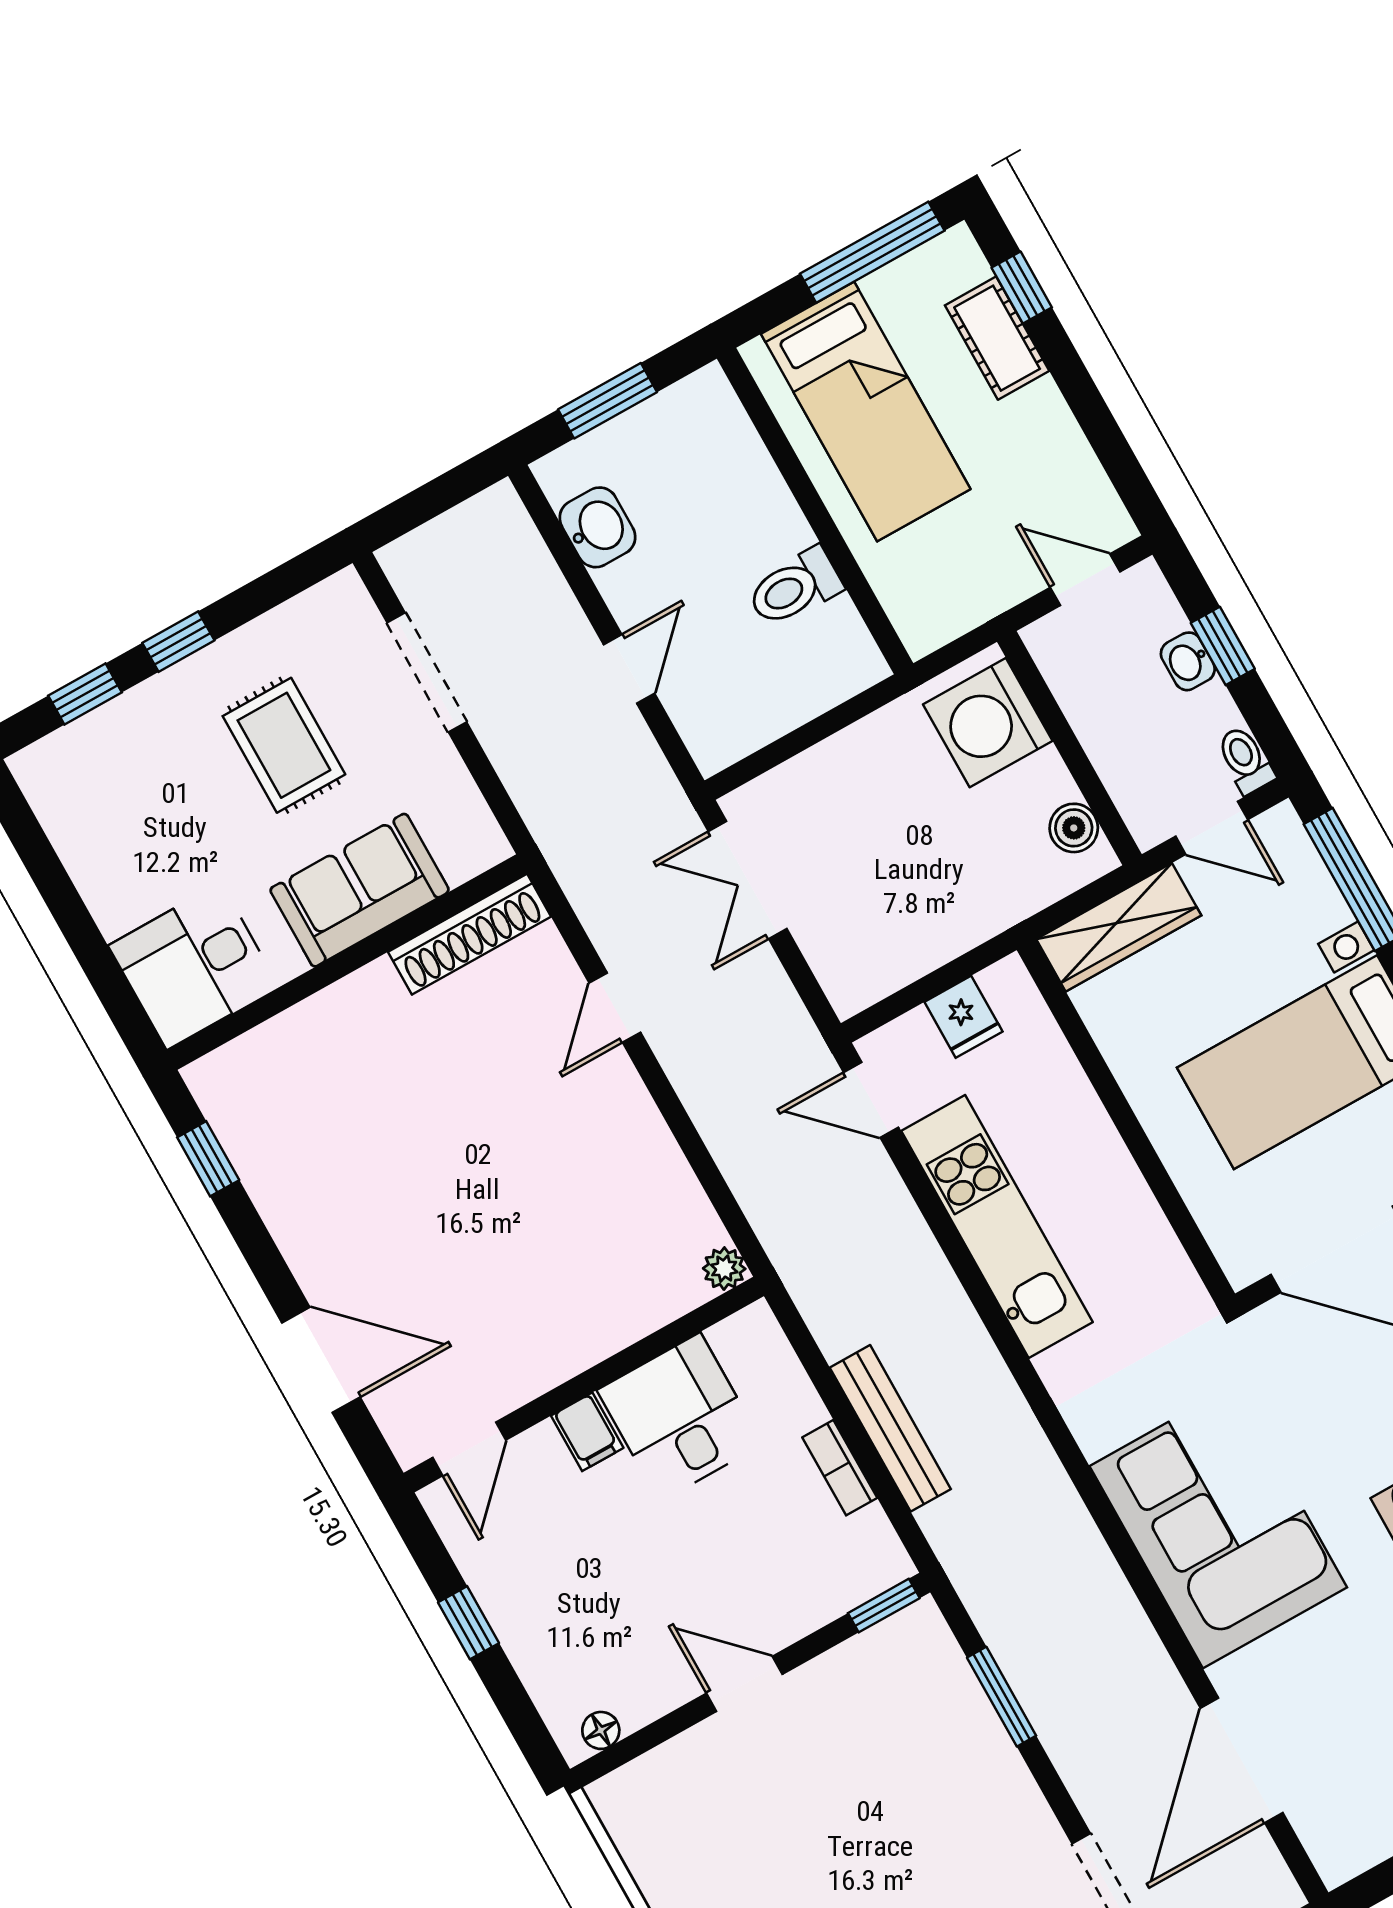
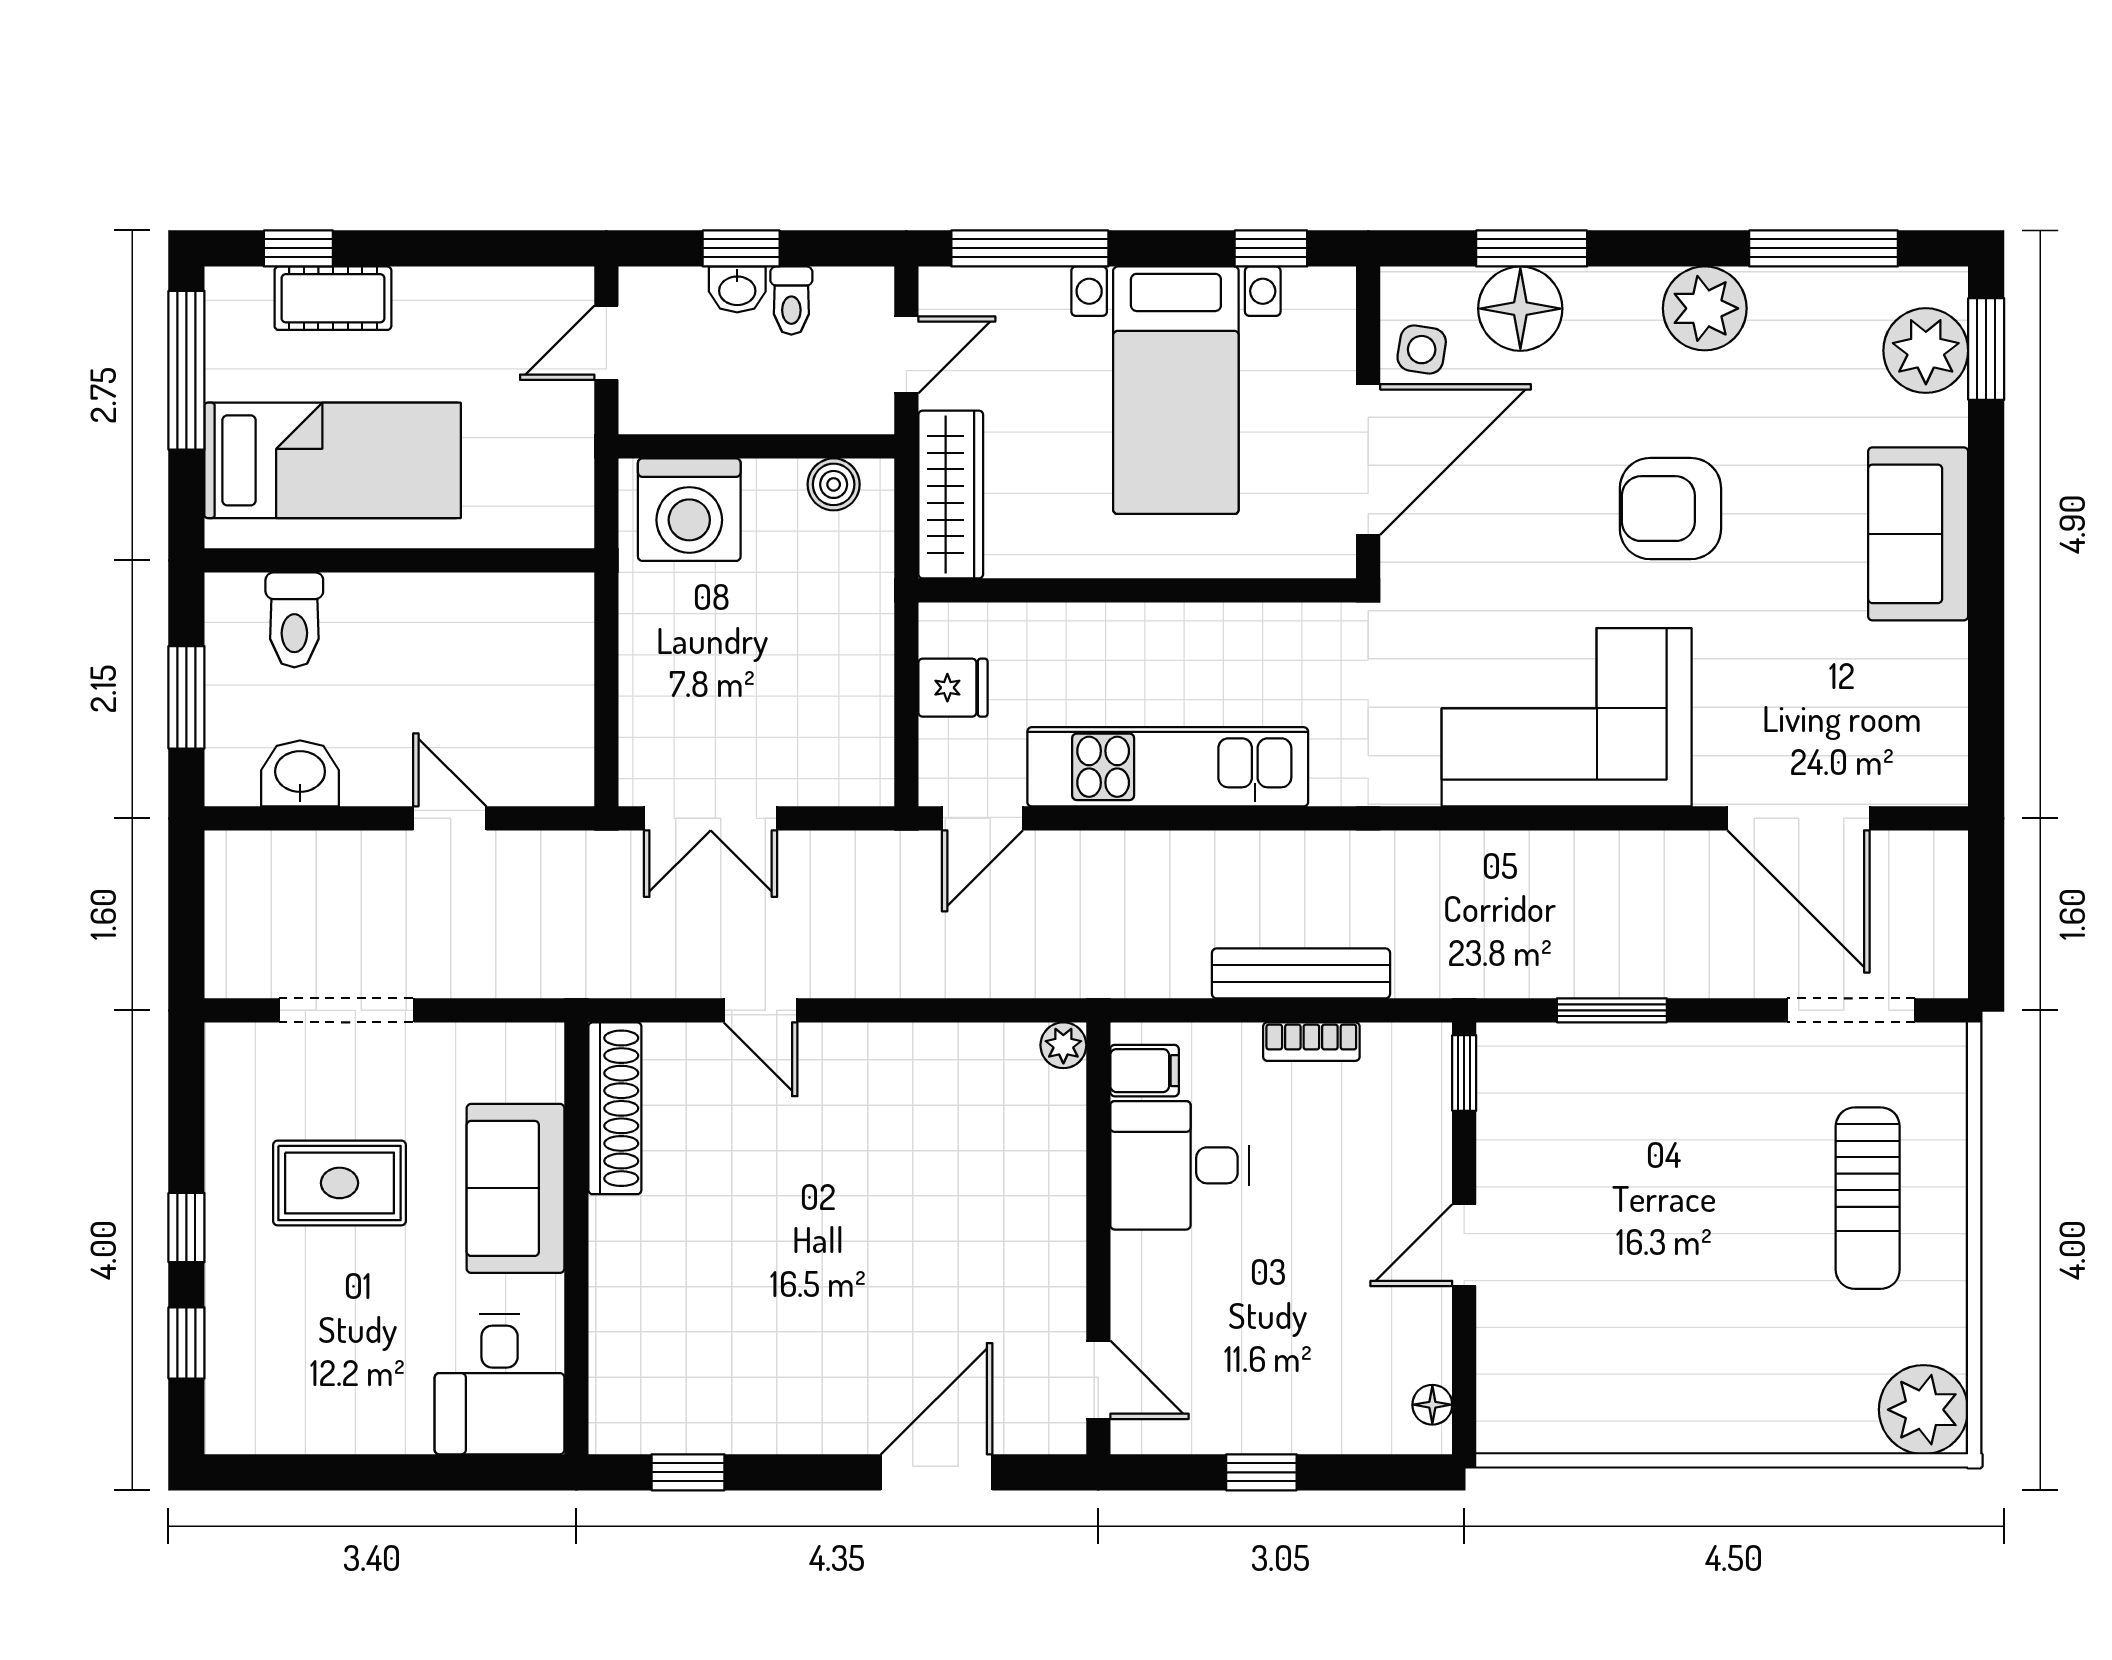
toilet: (795, 587) -> (294, 620), moved
toilet: (1245, 760) -> (791, 301), moved, turned -90
filing cabinet: (587, 1432) -> (1145, 1071), moved

